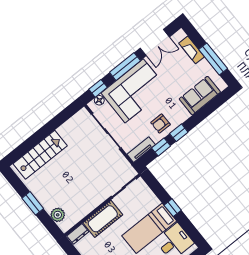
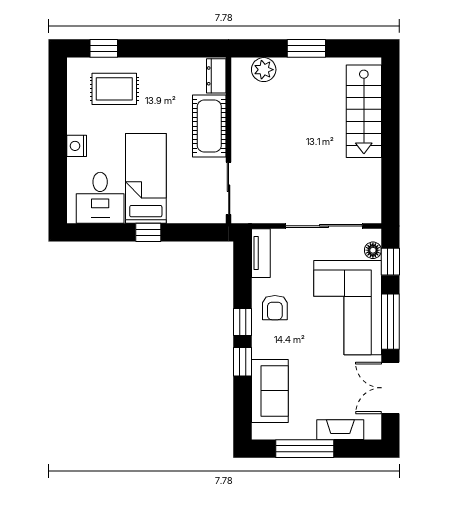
armchair: (161, 124) -> (275, 308), turned 180
window: (161, 147) -> (243, 362), moved

